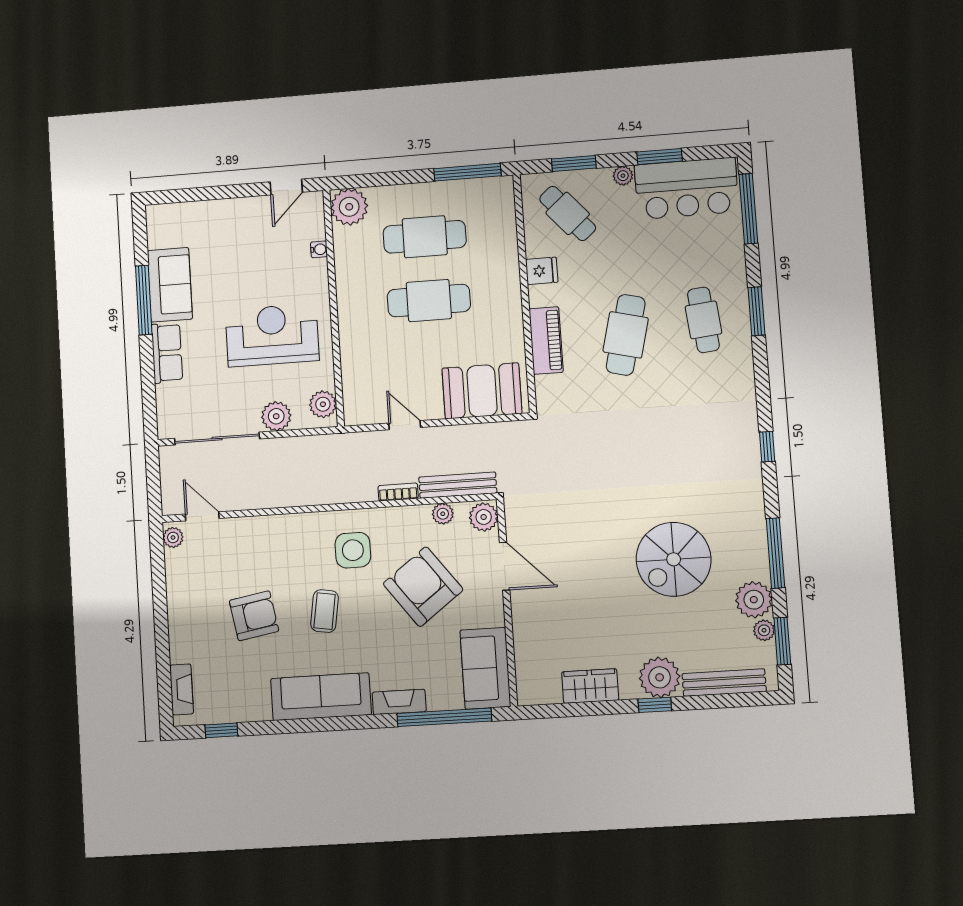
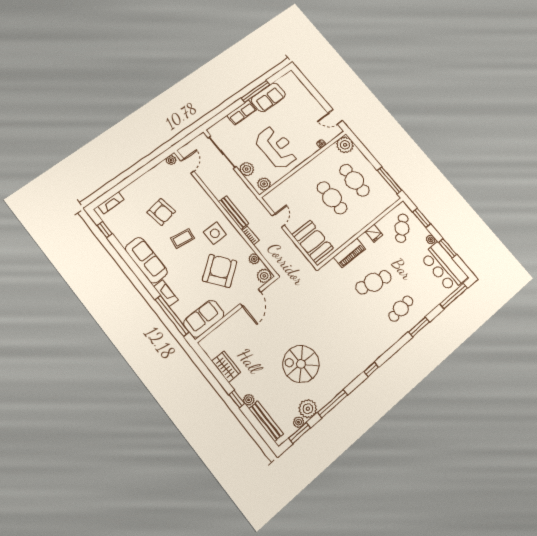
bench: (458, 485) -> (234, 213), moved
plant: (660, 677) -> (249, 400), width x0.53, depth x0.53

